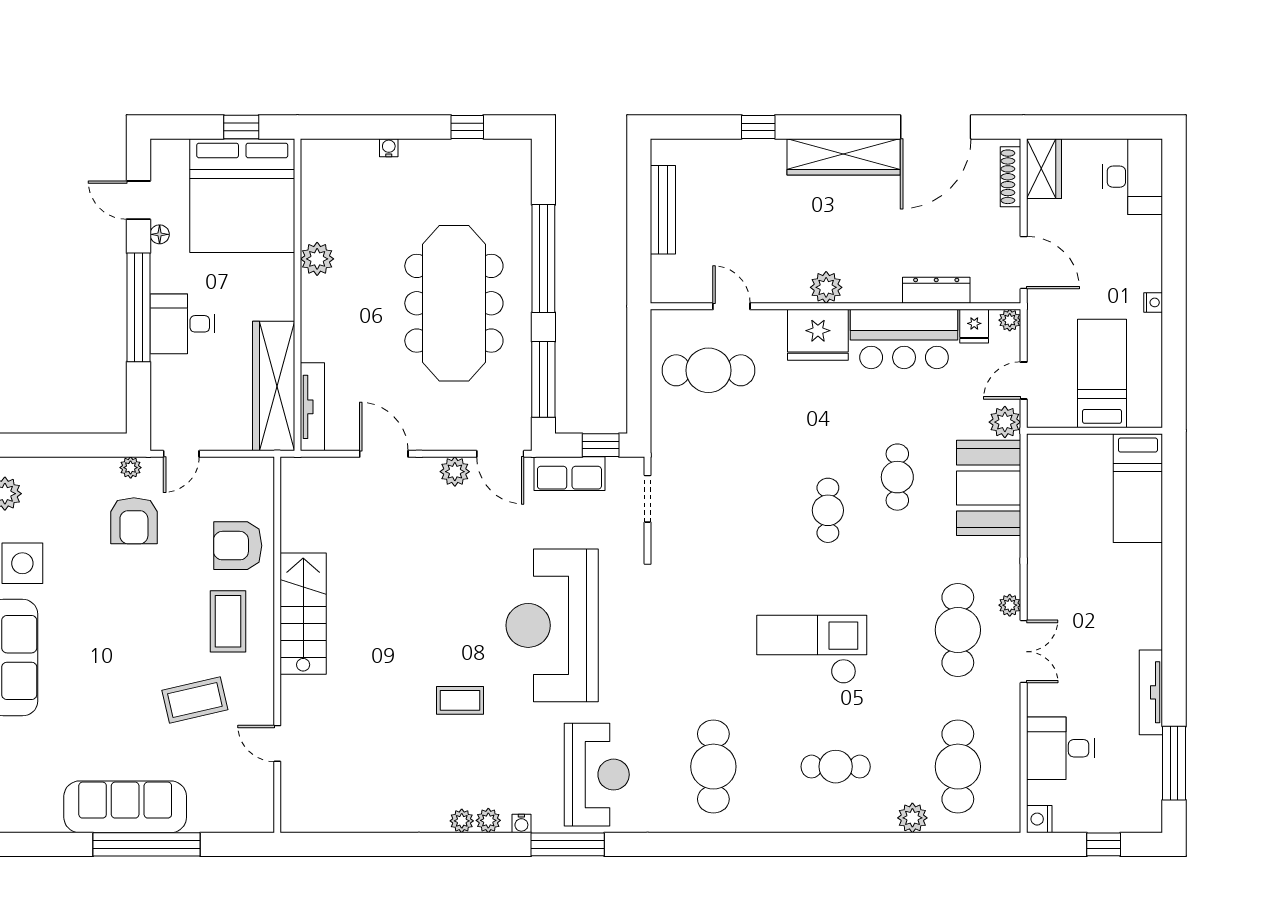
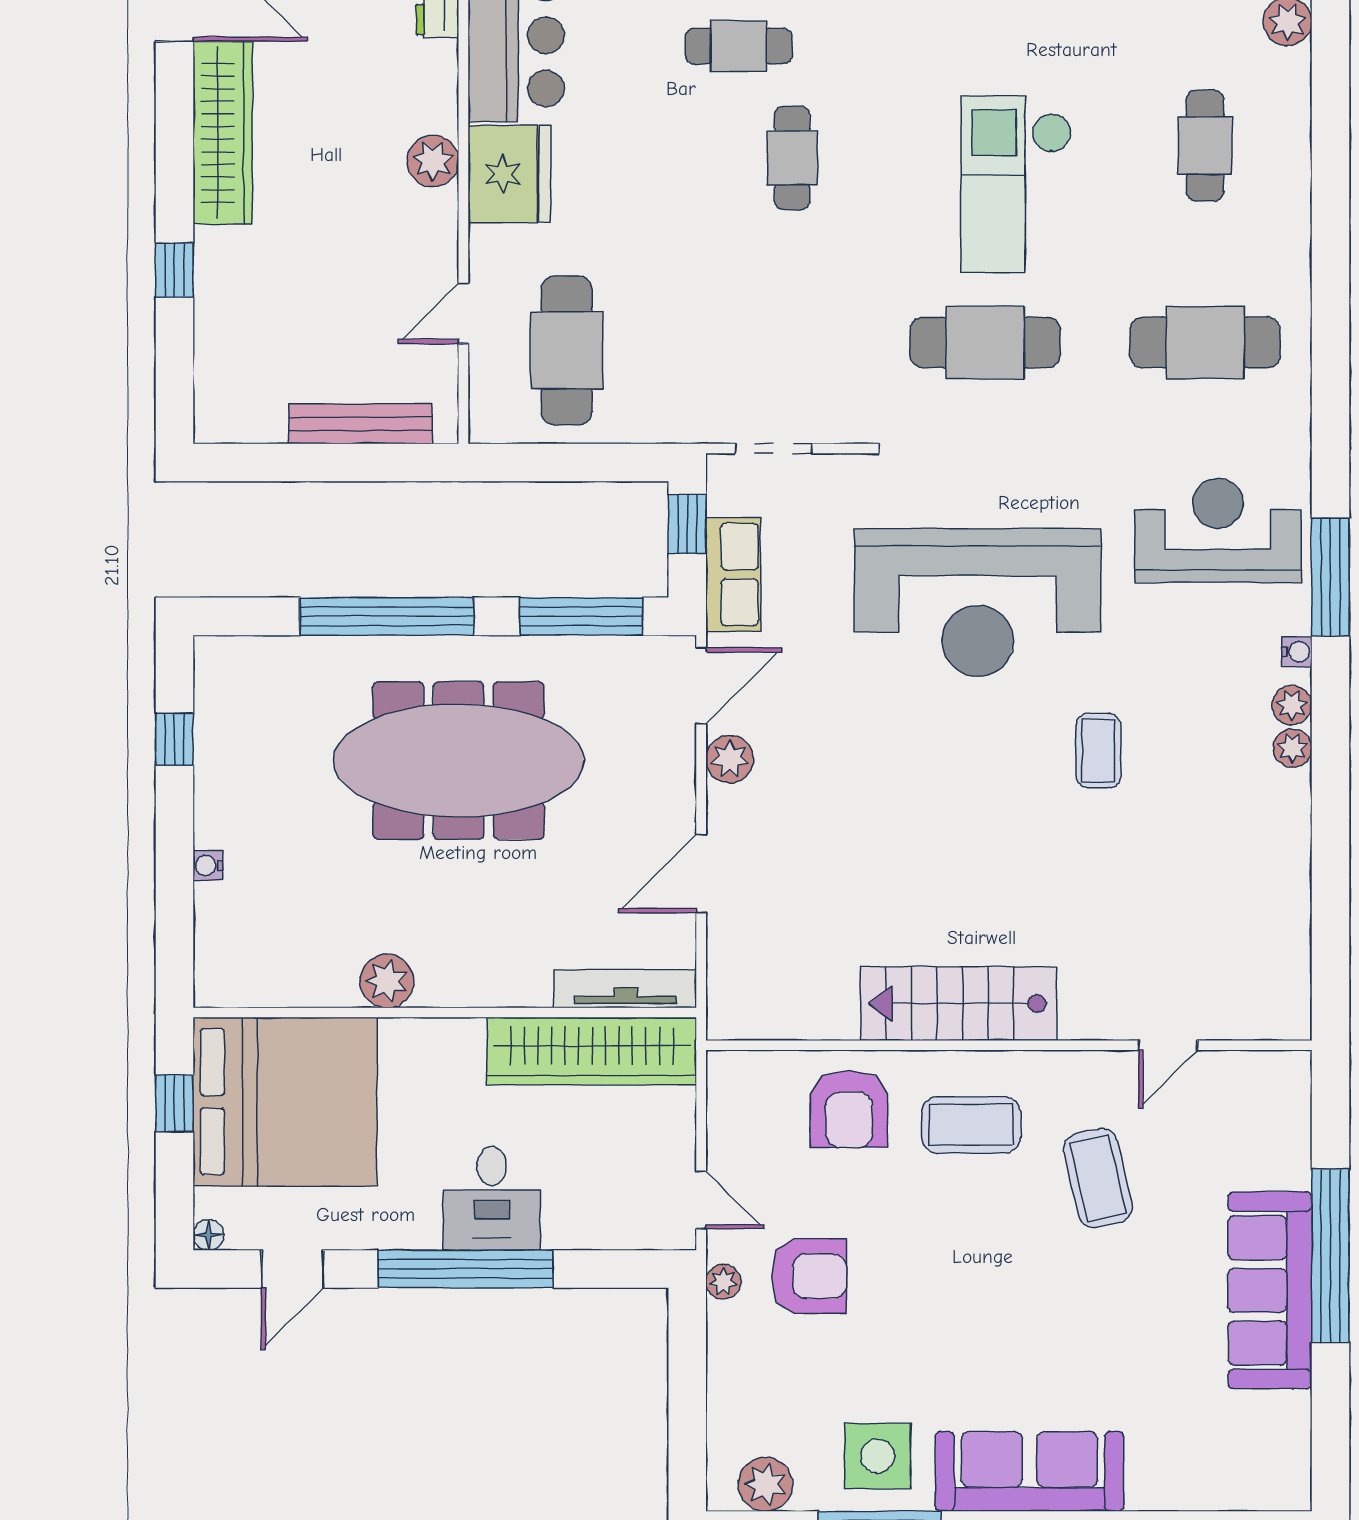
bench: (663, 210) -> (360, 424), moved
floor lamp: (160, 234) -> (208, 1235), moved
cafe table: (828, 510) -> (792, 158), turned 90
cafe table: (713, 630) -> (985, 343), added

